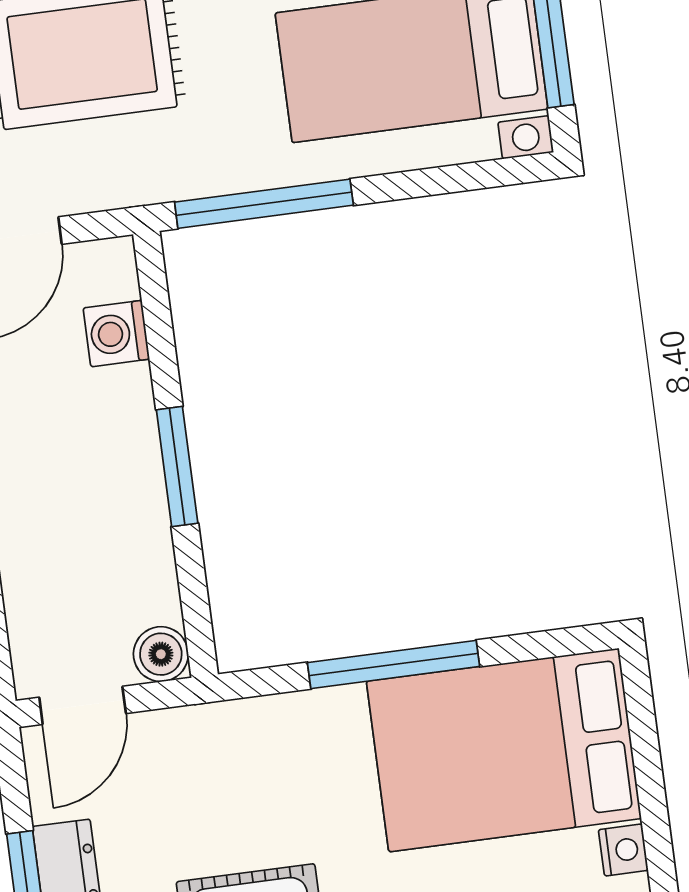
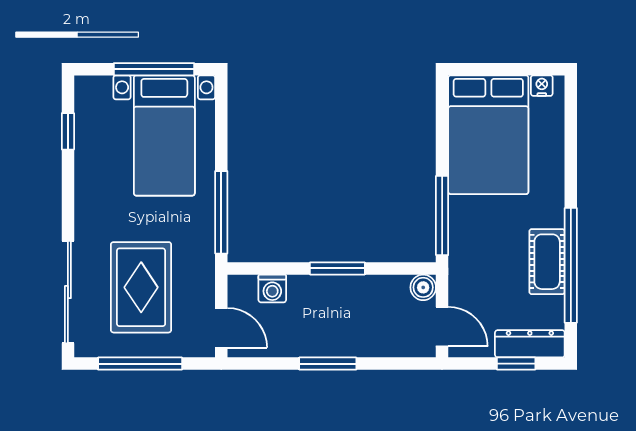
window: (393, 664) -> (442, 216), moved

